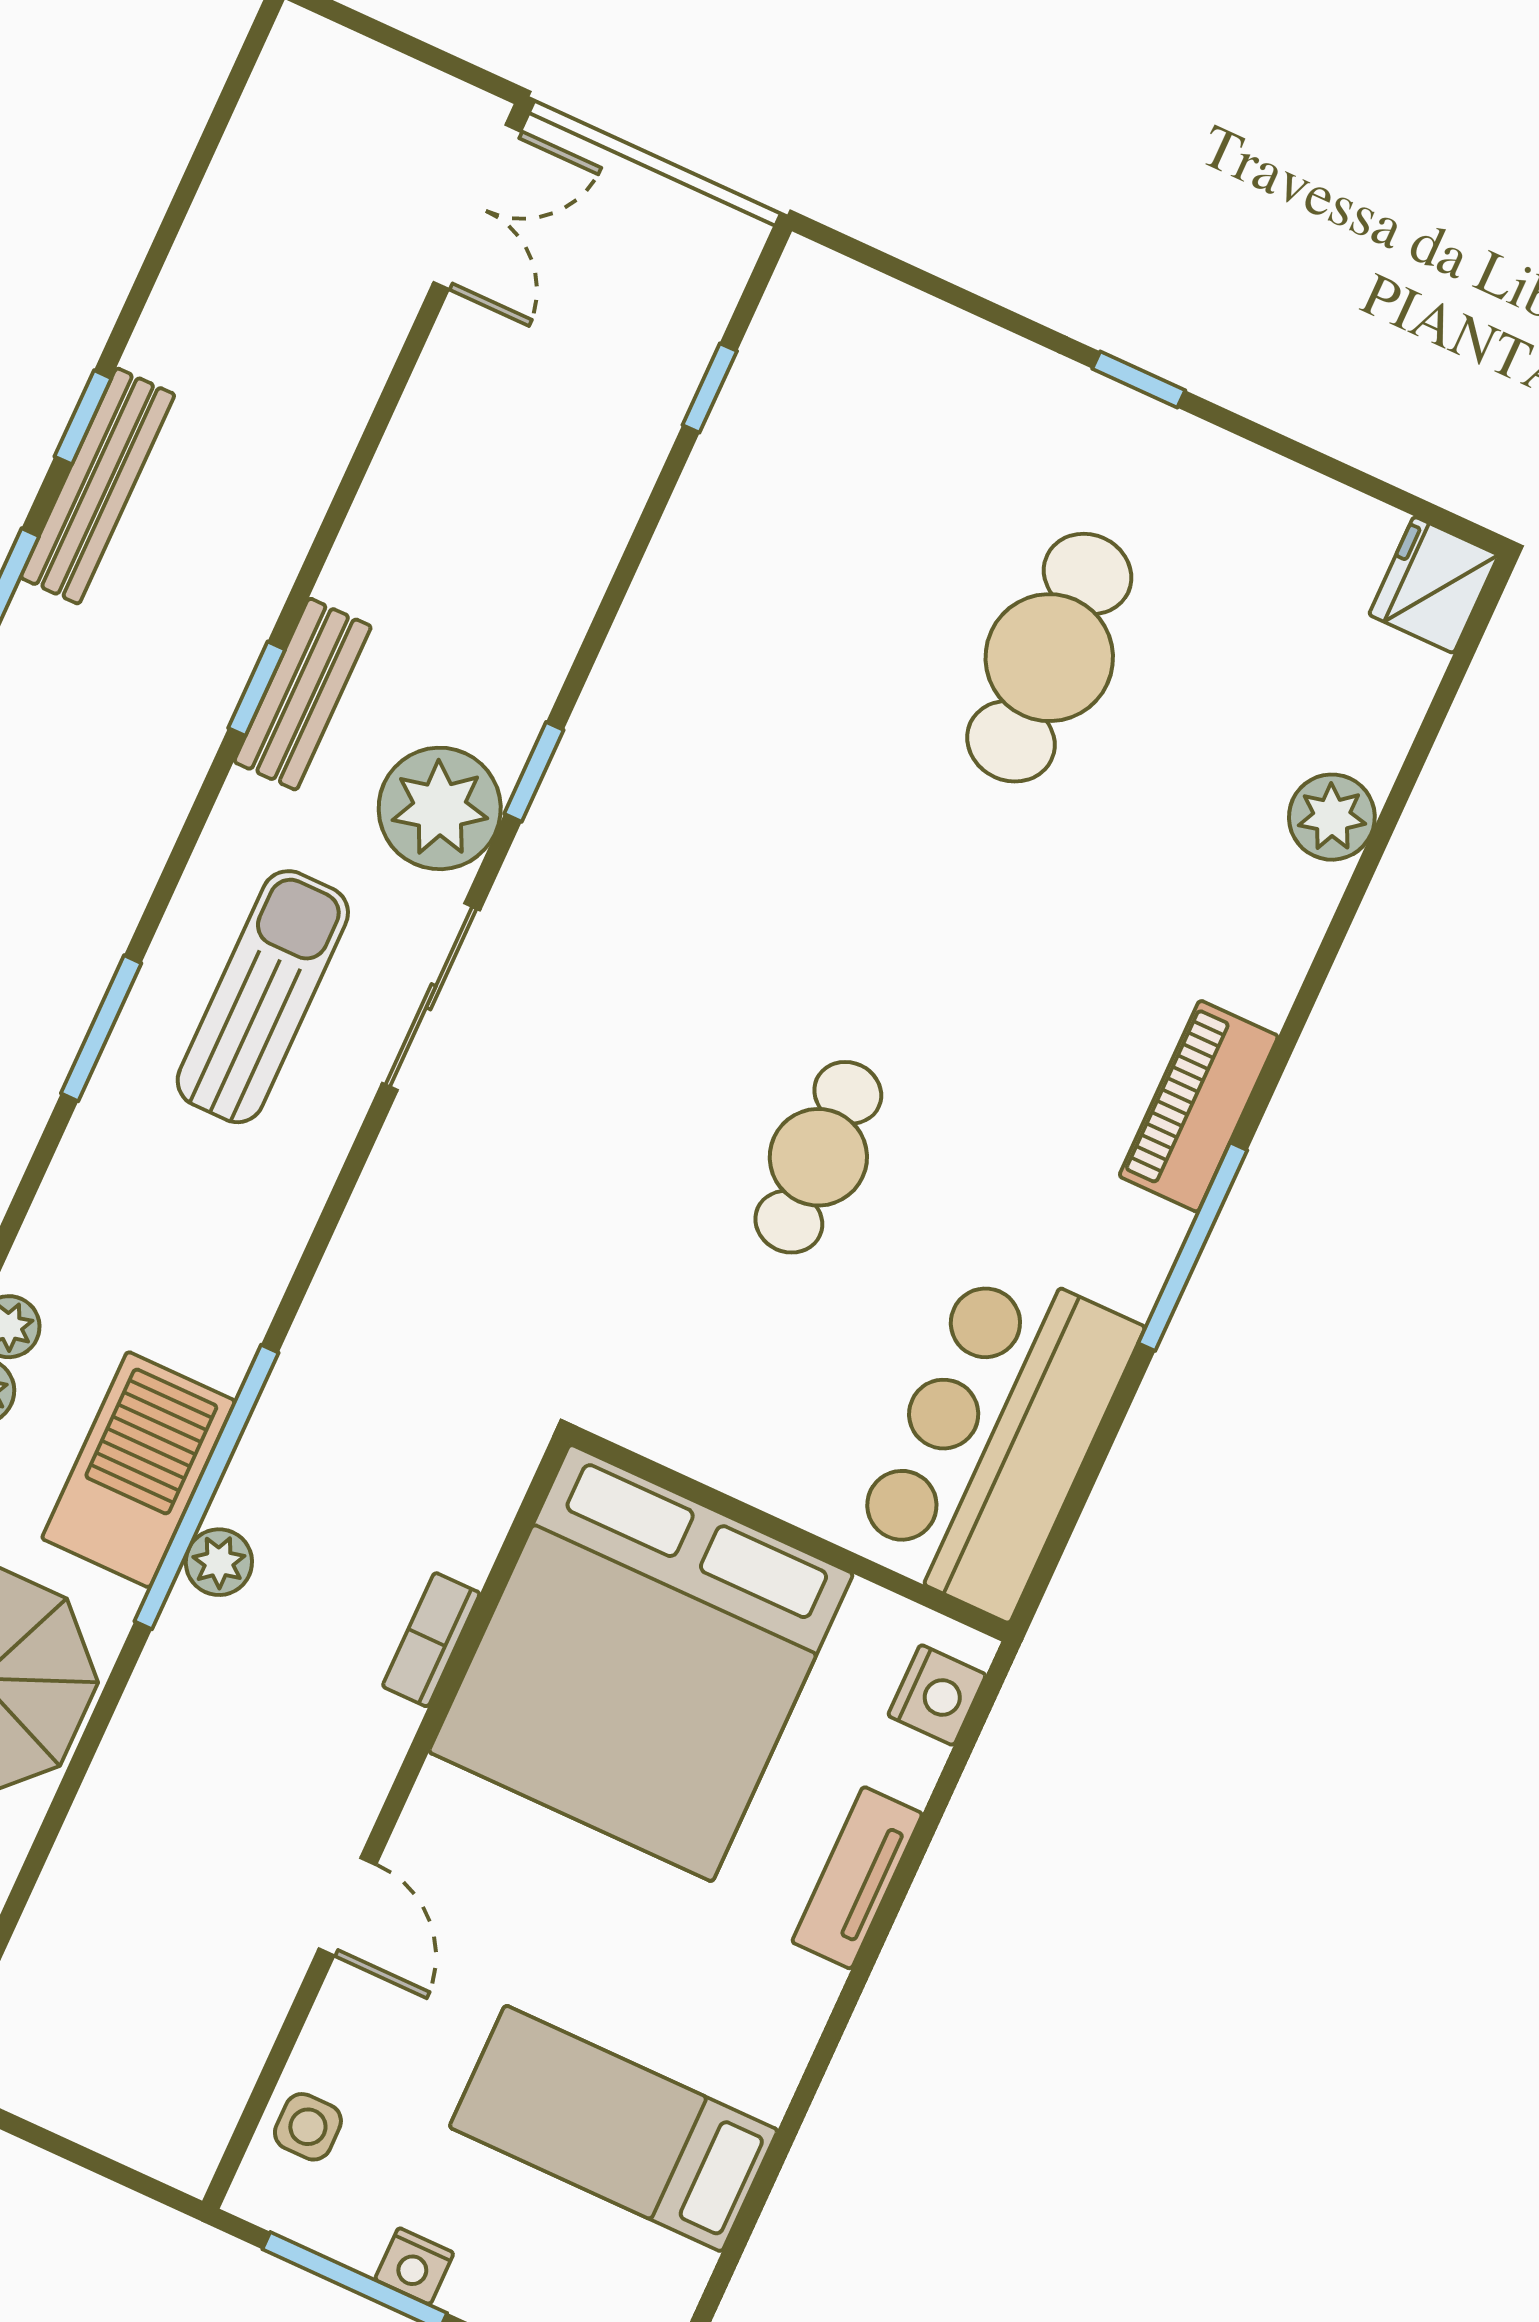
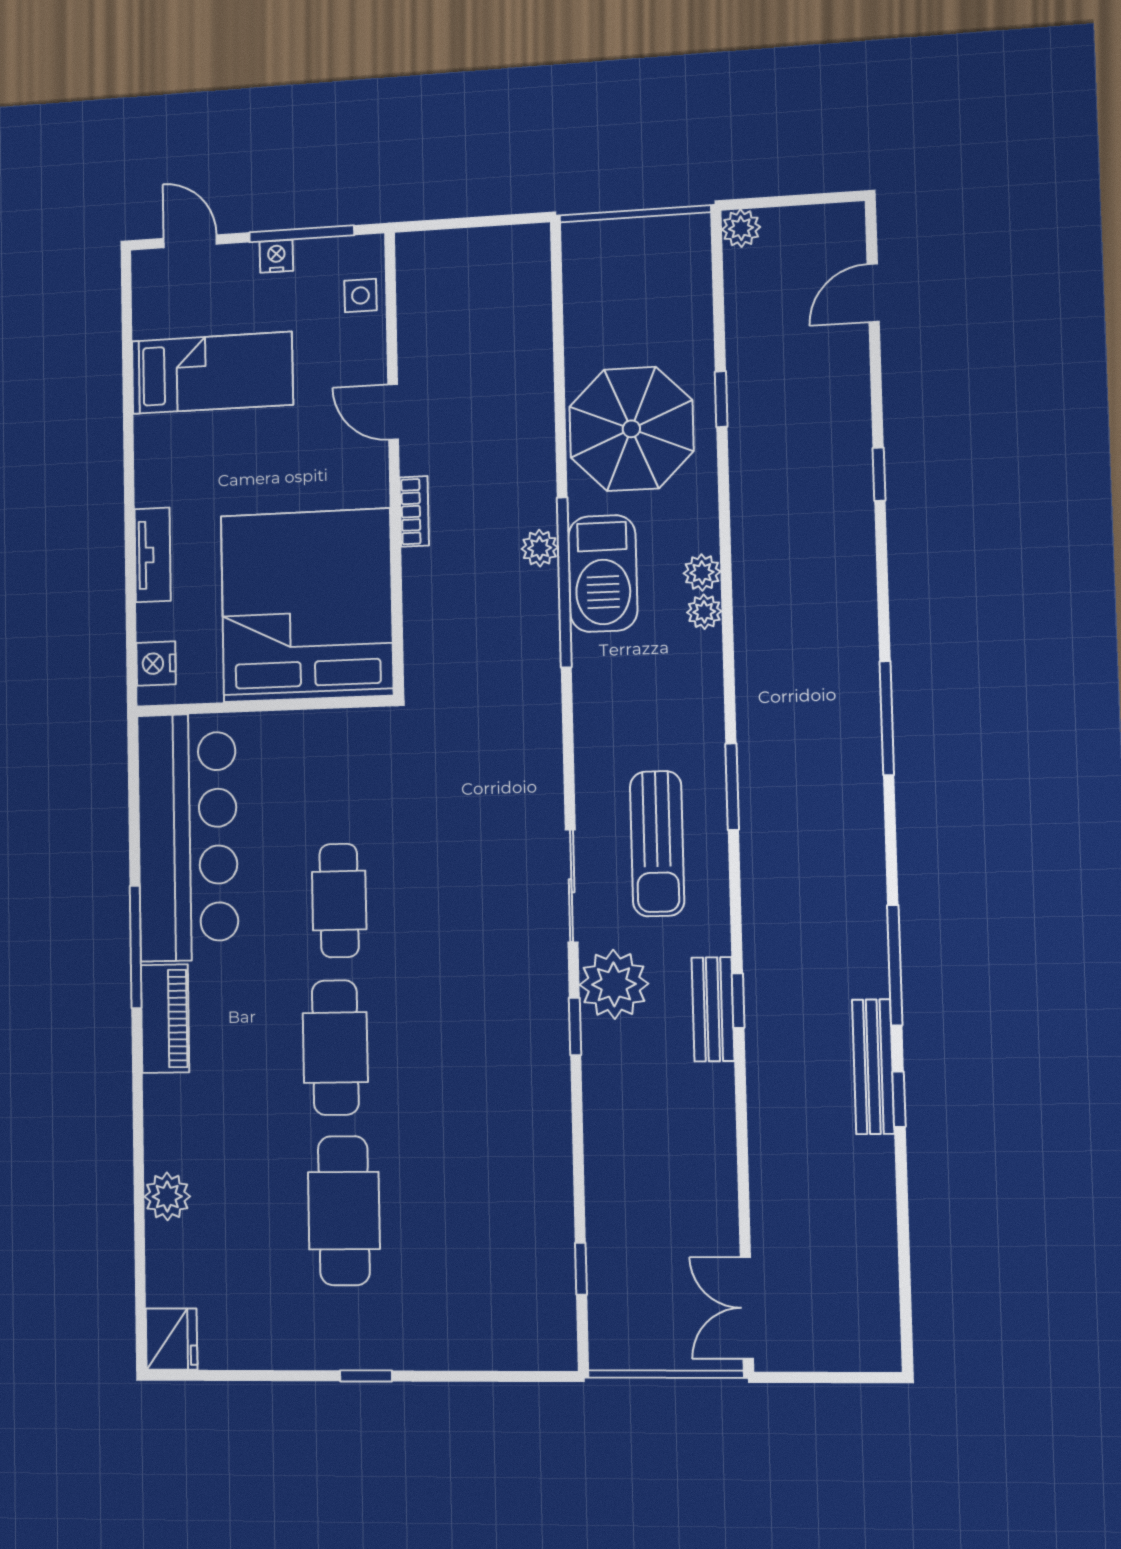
cafe table: (938, 924) -> (335, 1048), added
bar counter: (995, 1438) -> (188, 837), width x1.36
bookcase: (431, 1640) -> (414, 511), moved

